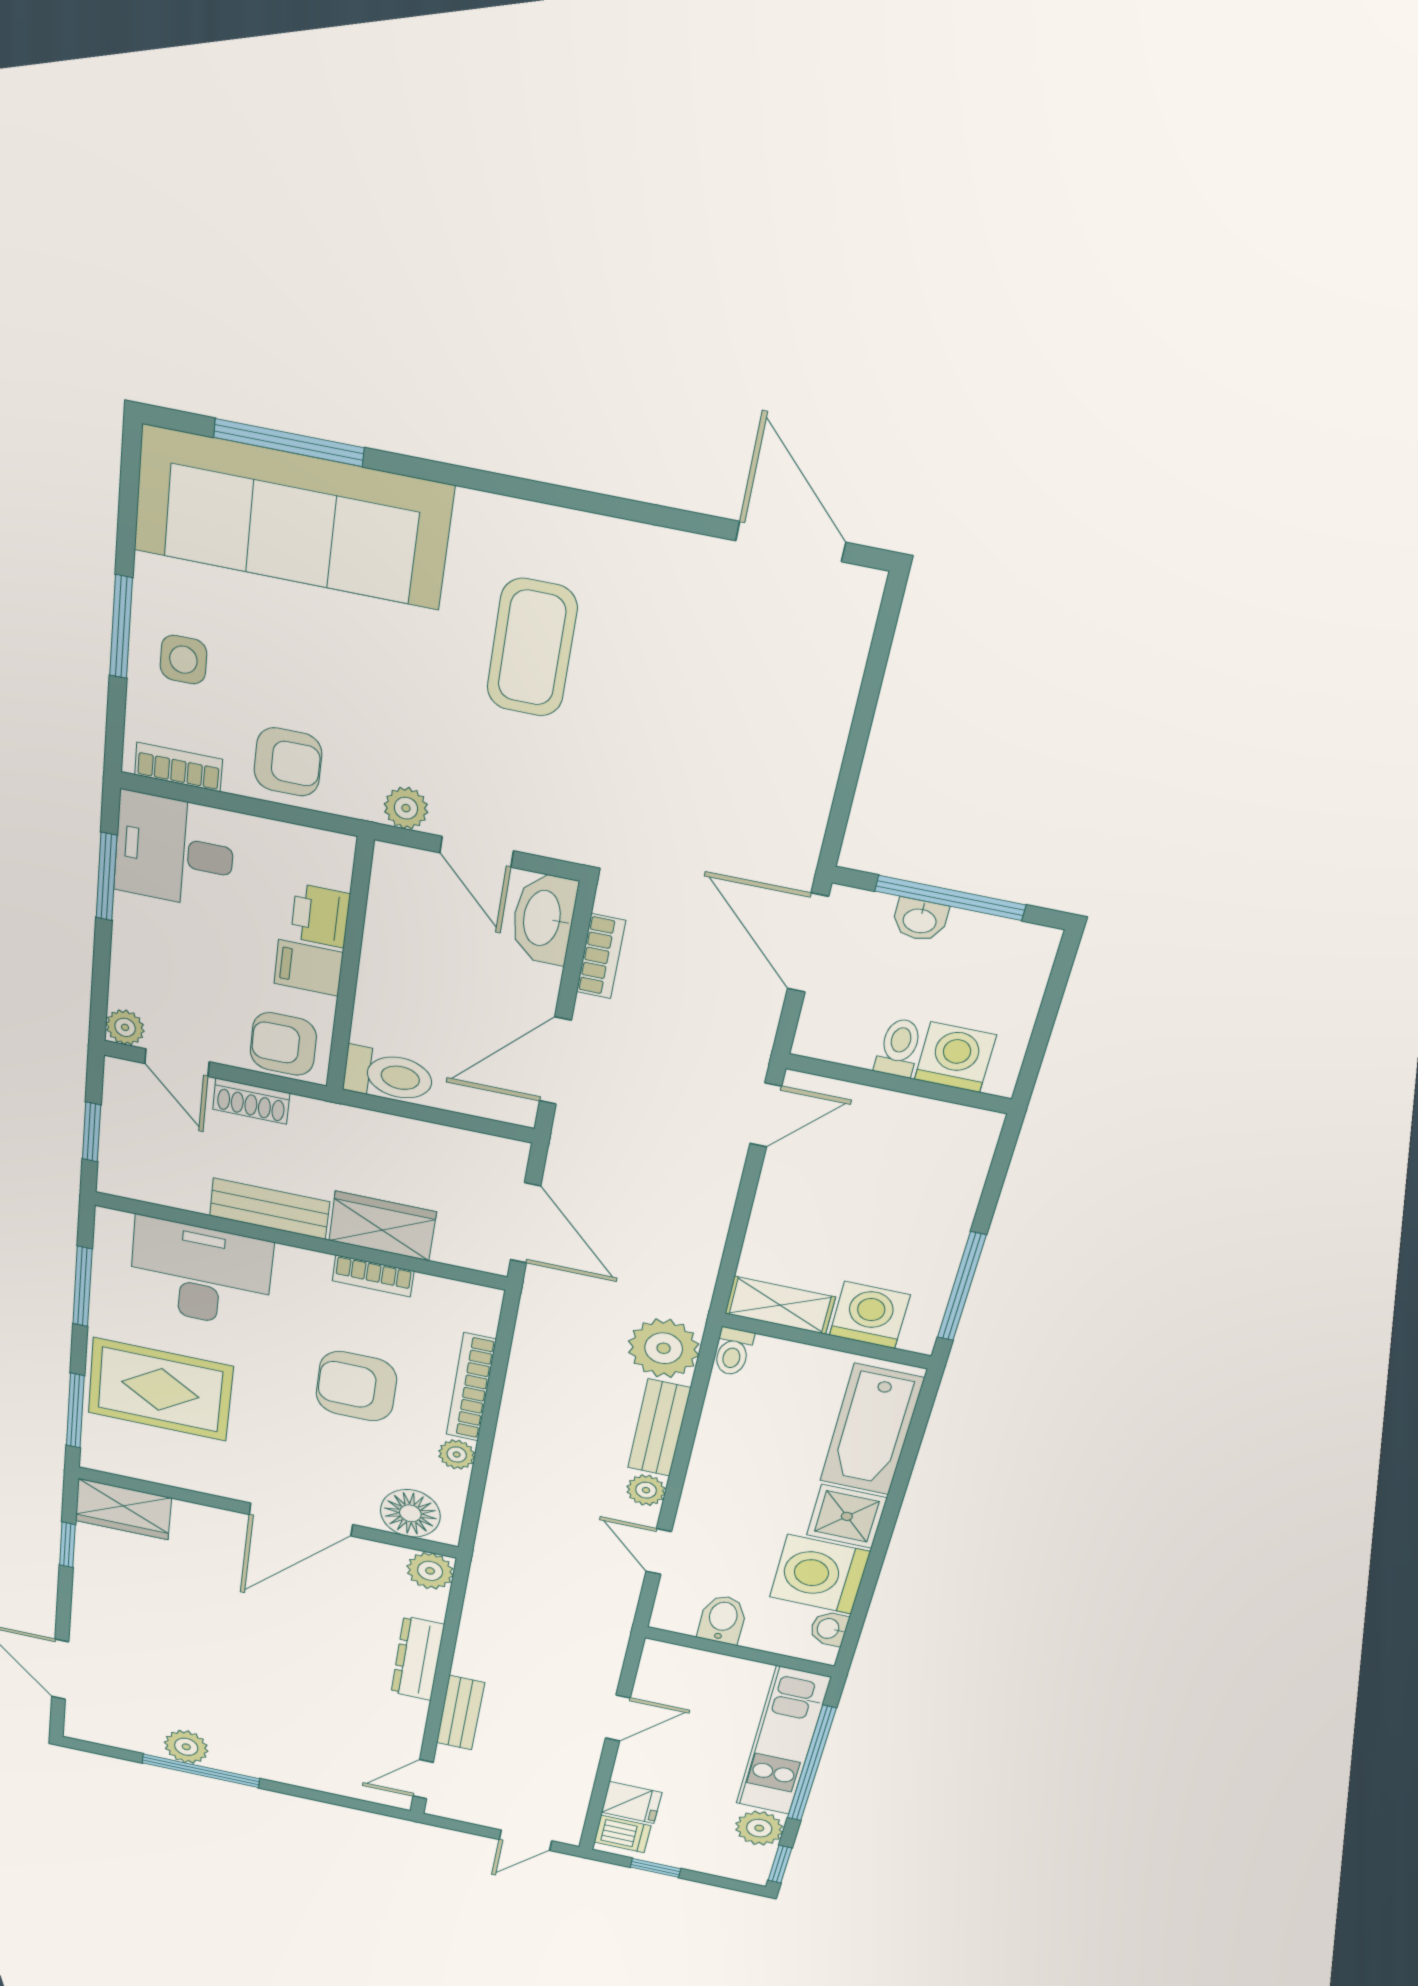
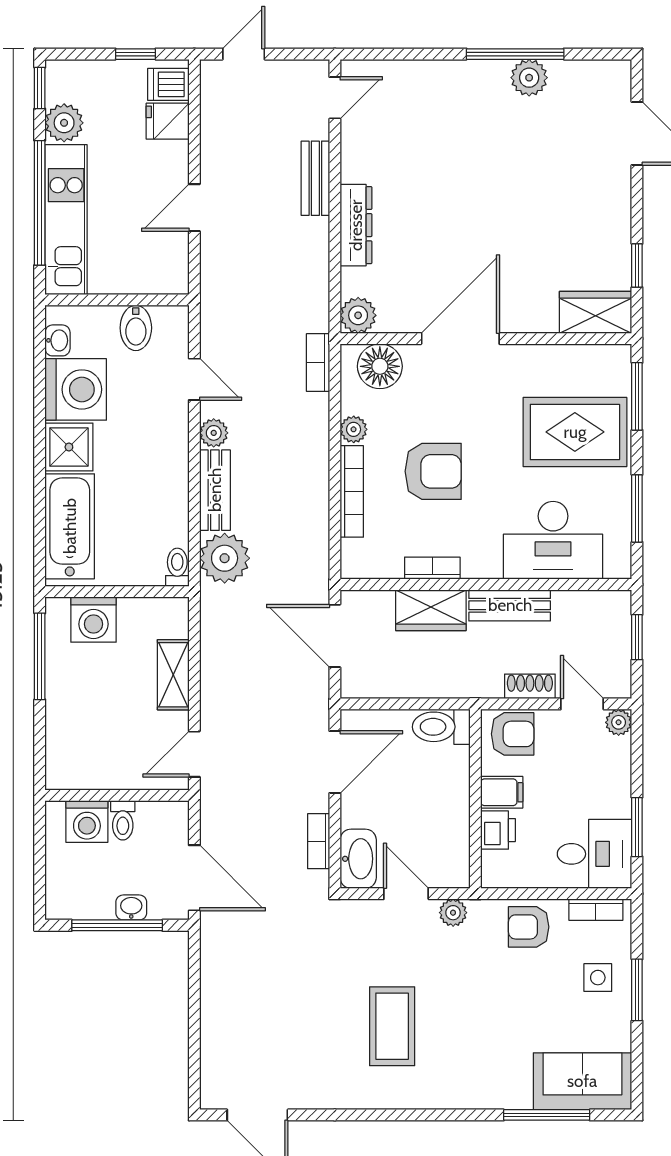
sofa: (292, 518) -> (582, 1081), width x0.54, depth x0.79
shelving: (780, 1305) -> (173, 675), moved, turned 90
bookcase: (491, 1534) -> (318, 363), added

